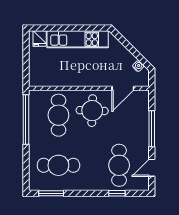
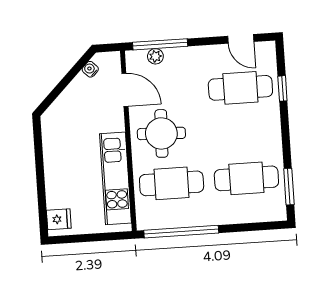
kitchen unit: (78, 39) -> (116, 178), moved, turned 180
plant: (144, 110) -> (155, 56), added
window: (152, 129) -> (160, 44), moved
cafe table: (58, 165) -> (246, 178), turned 90

